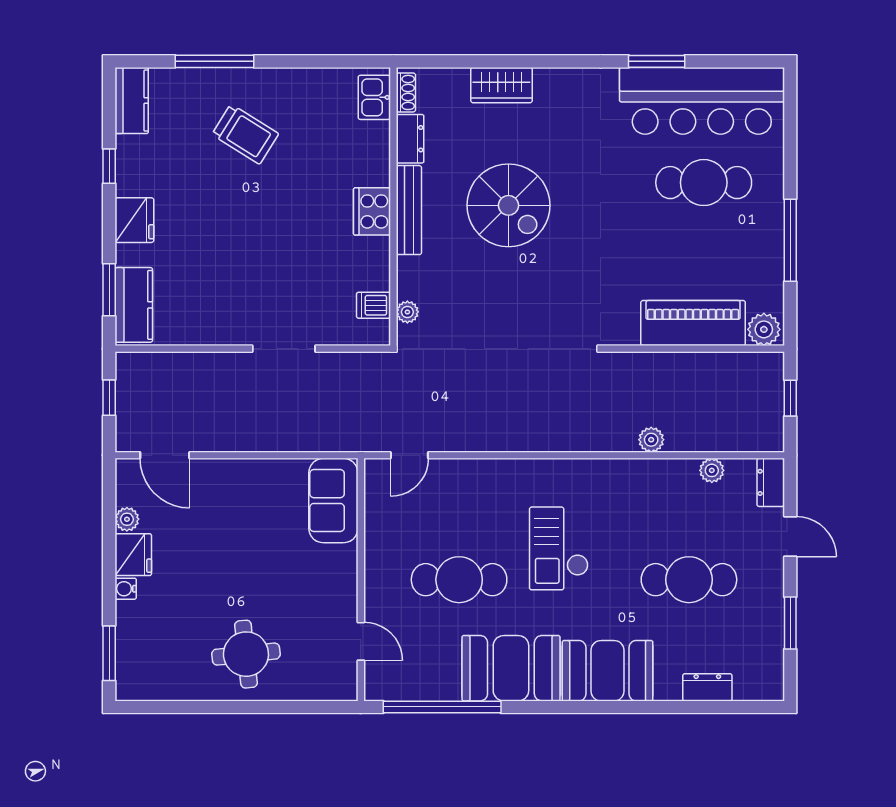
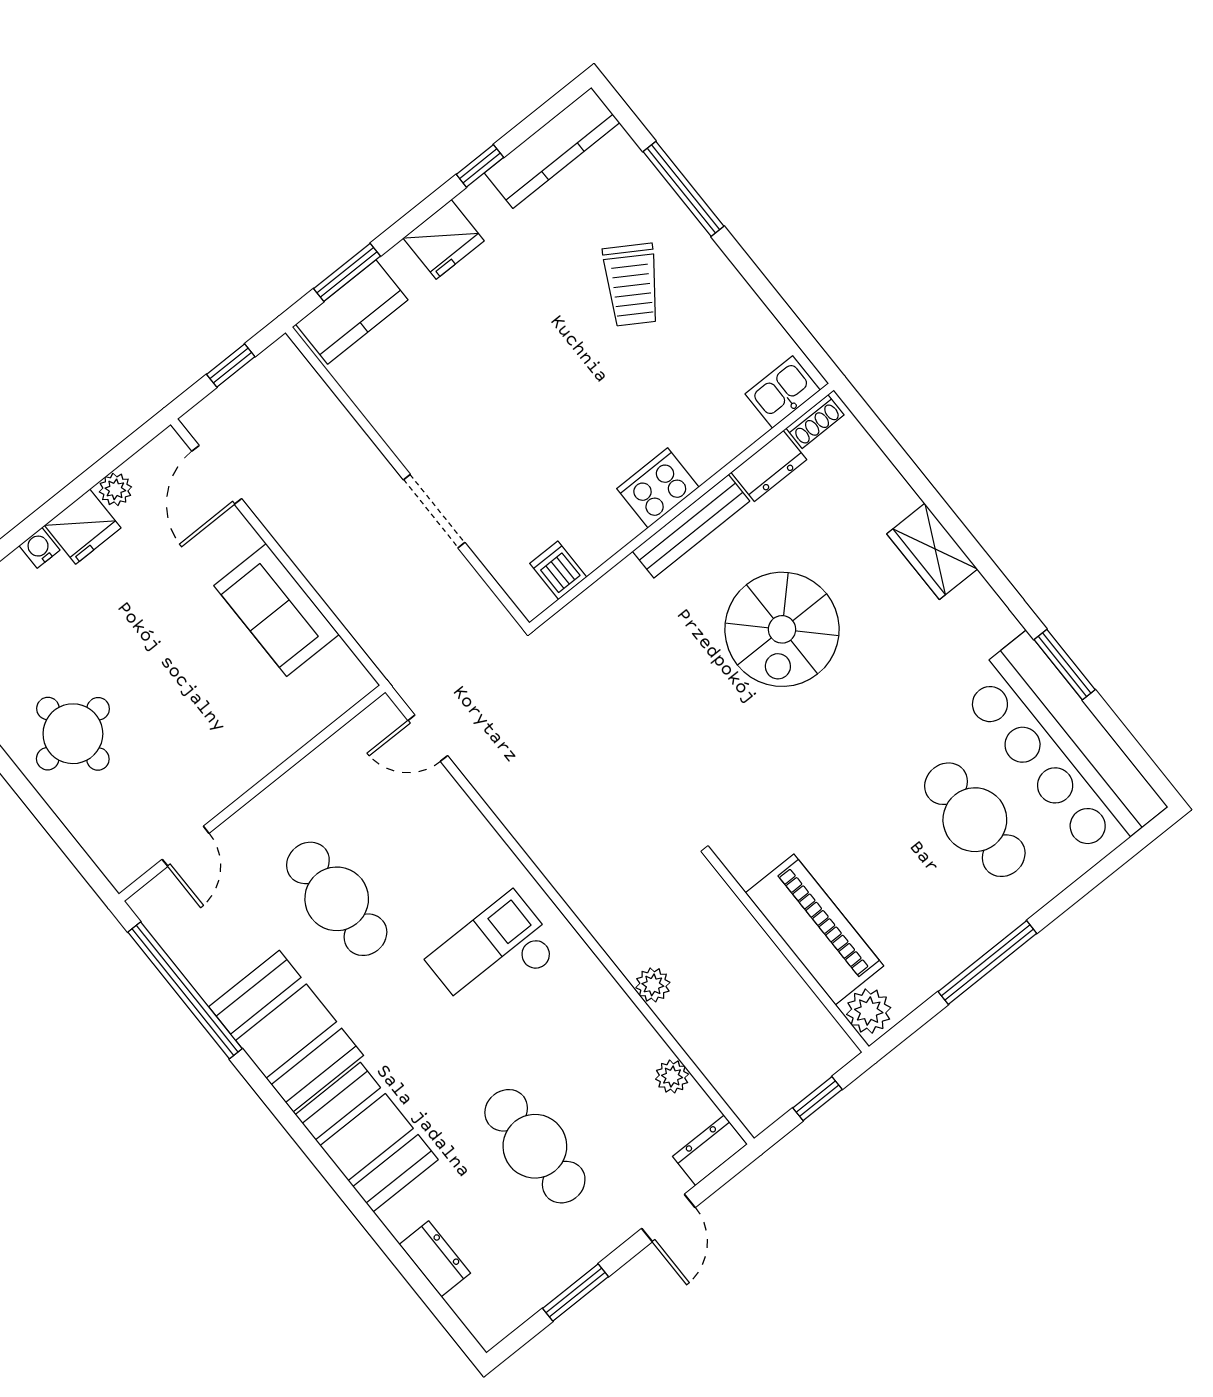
wardrobe: (501, 85) -> (932, 551), moved
kitchen counter: (132, 101) -> (552, 148), width x1.50
plant: (407, 312) -> (580, 612), removed
sofa: (333, 501) -> (277, 610), moved, turned -90
checkout: (559, 548) -> (494, 955), moved

